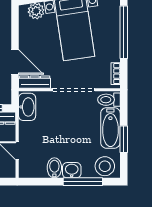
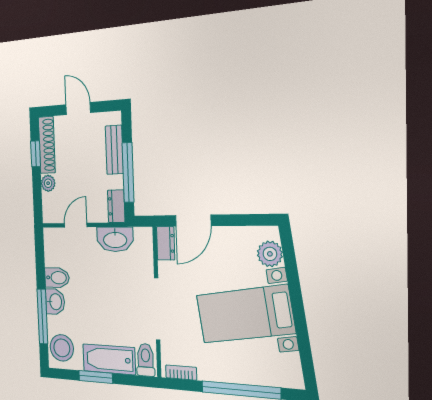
dresser: (35, 82) -> (166, 243), width x0.70
washbasin: (27, 107) -> (115, 239), moved

